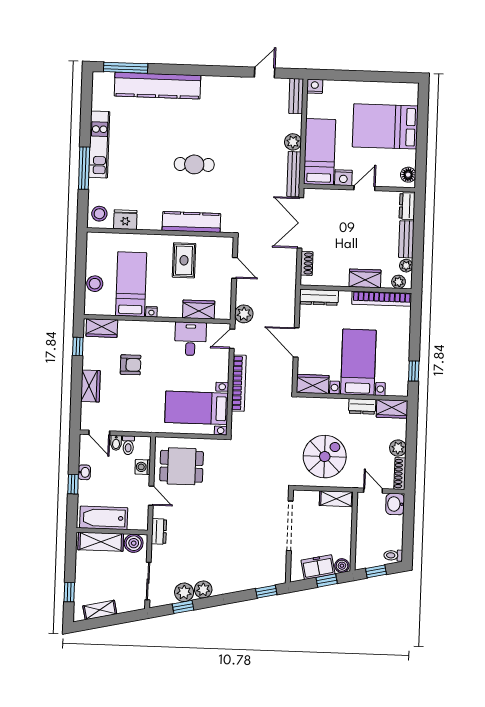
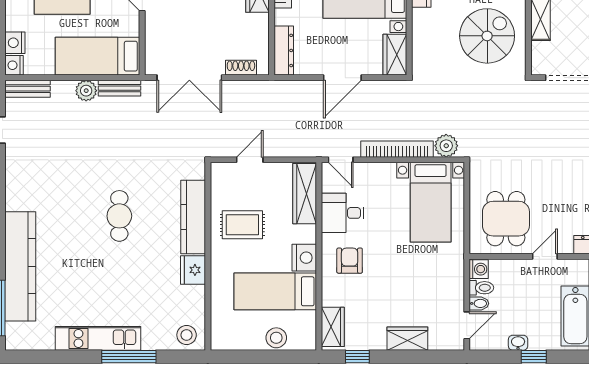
bench: (294, 174) -> (120, 88), width x0.73
nightstand: (343, 178) -> (15, 43), moved, turned 180
fridge: (125, 220) -> (193, 270), moved
wardrobe: (199, 309) -> (305, 194), width x1.50
nightstand: (151, 312) -> (304, 258), width x1.89, depth x1.79
plant: (244, 314) -> (446, 146), moved
armchair: (131, 365) -> (350, 261), moved
spiral stairs: (325, 457) -> (487, 36), turned 90
washing machine: (143, 467) -> (479, 269), moved, turned -90

